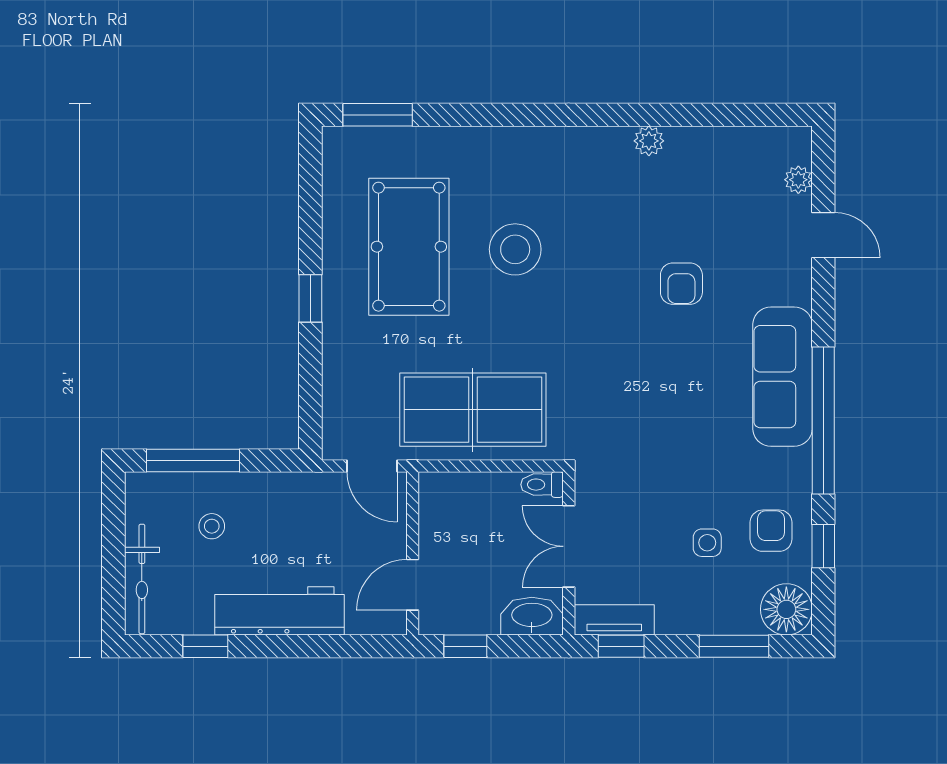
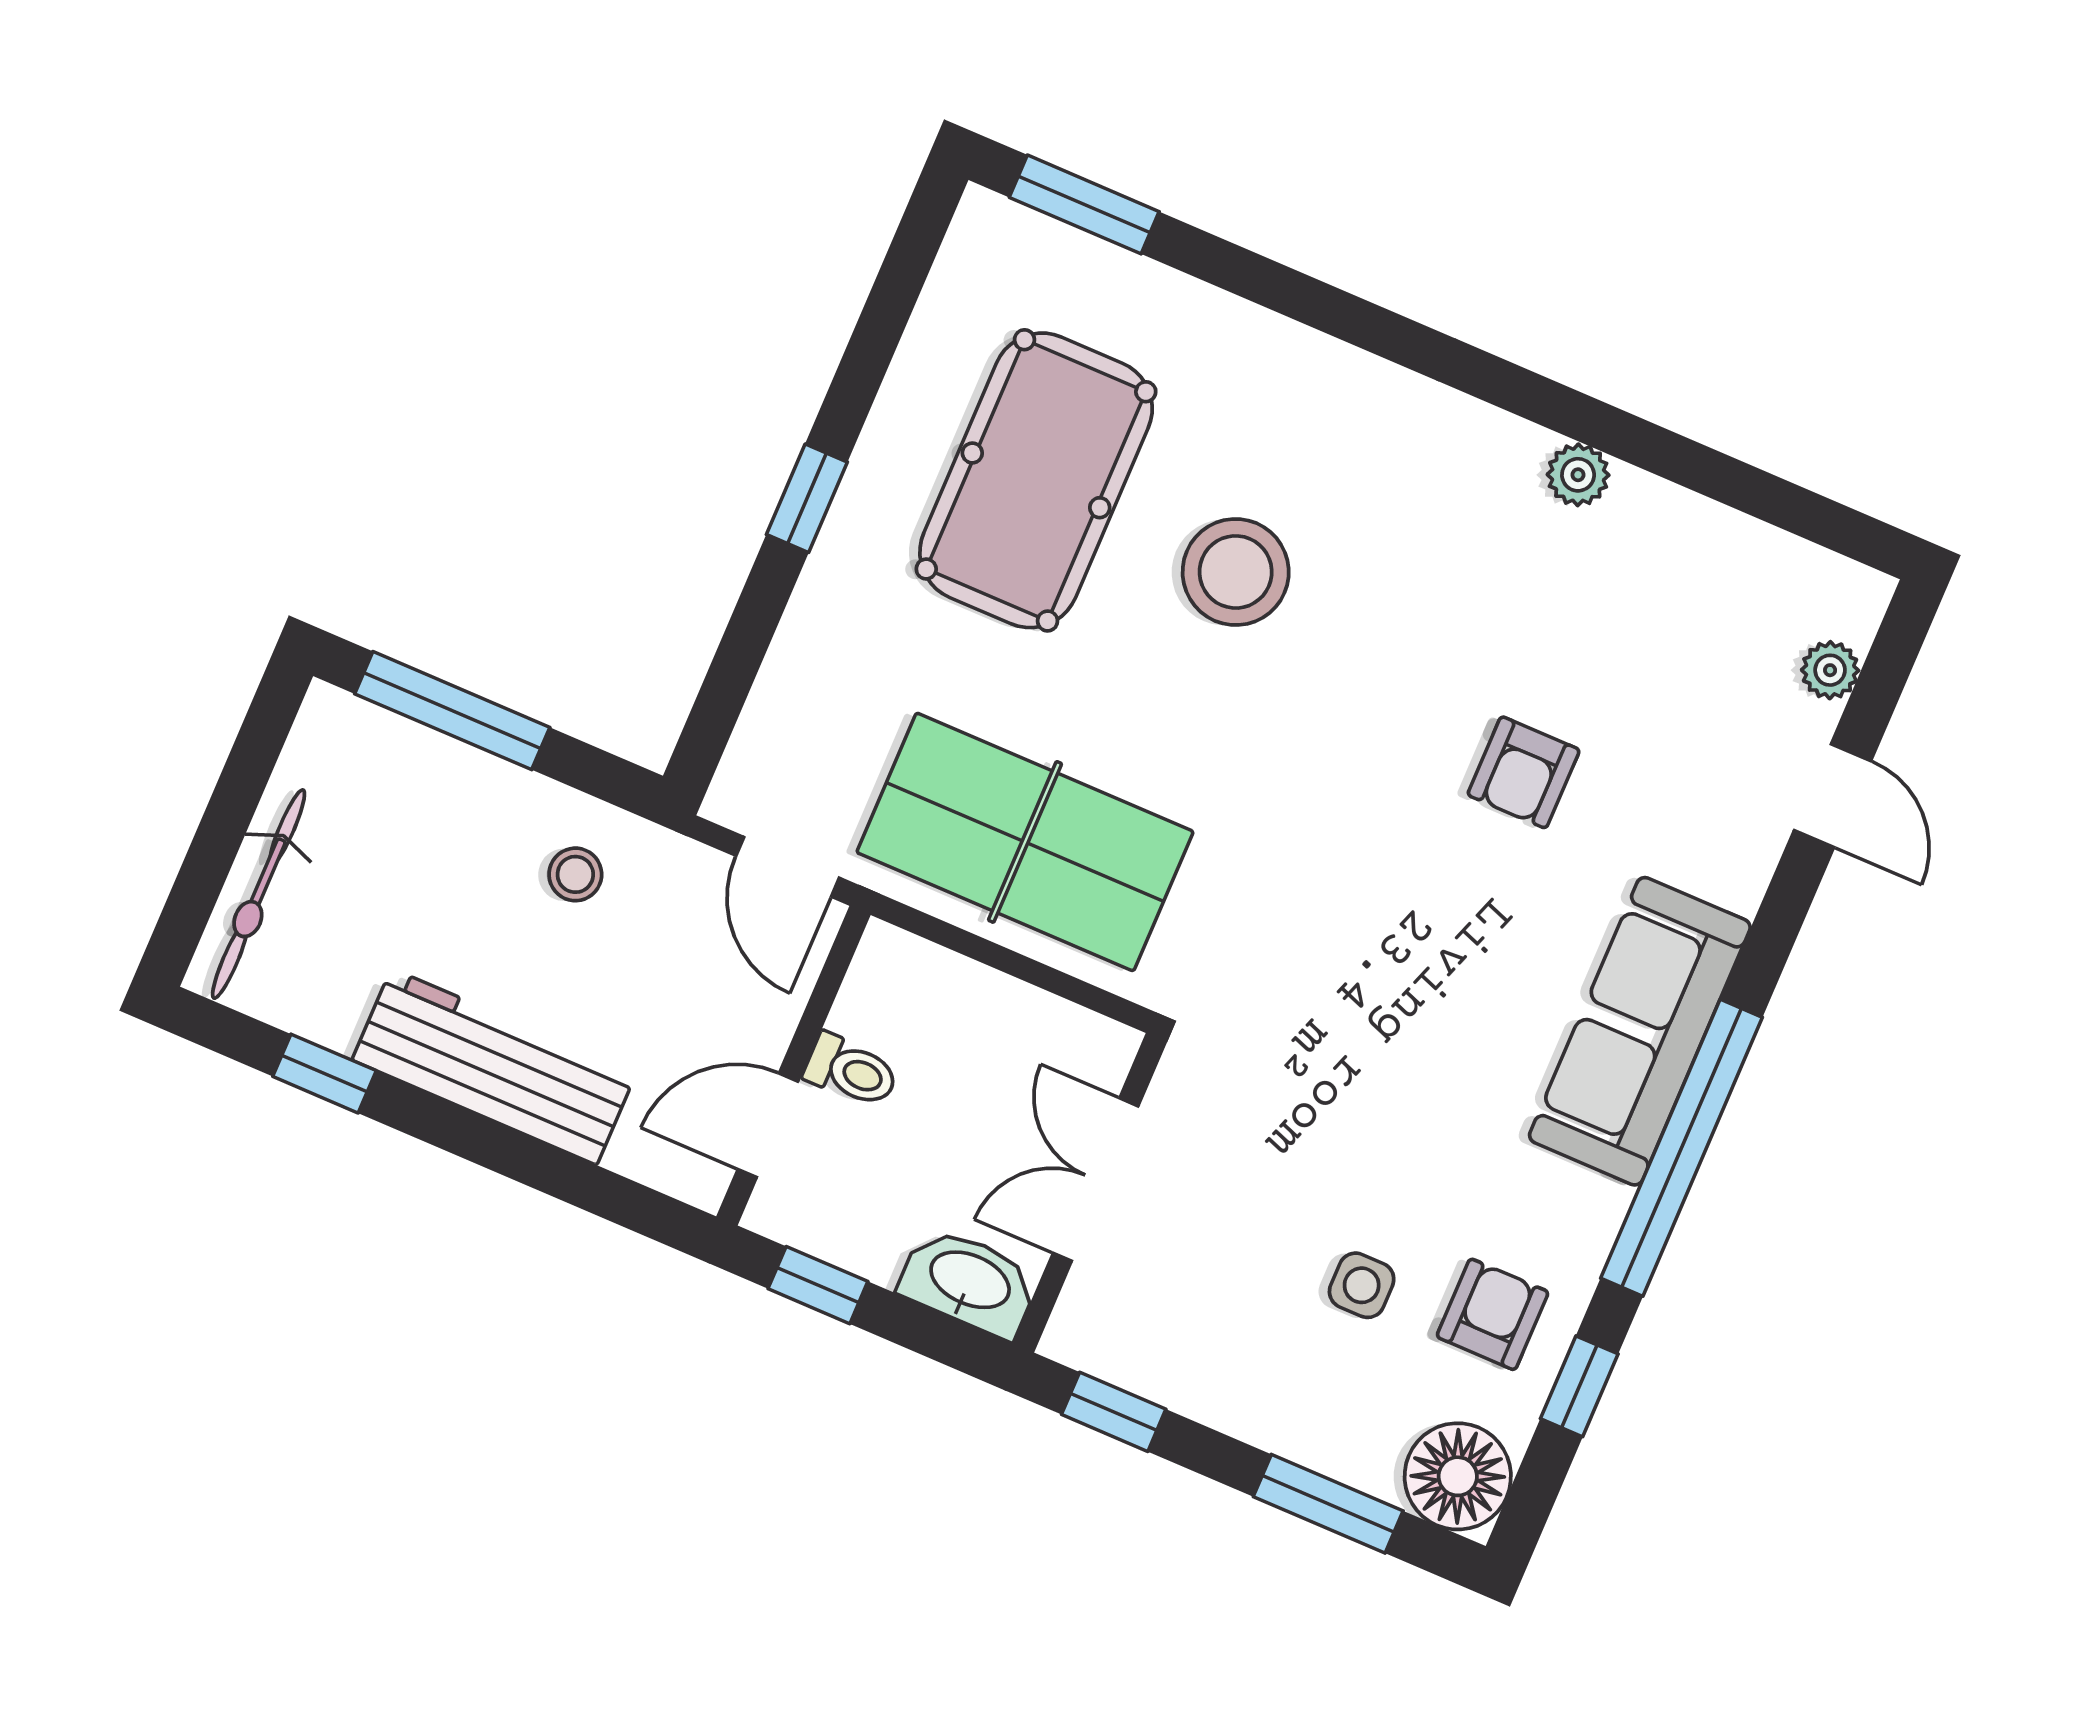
toilet: (542, 485) -> (851, 1071), moved, turned 180
stool: (212, 526) -> (575, 874), moved
tv unit: (614, 620) -> (1122, 1356), removed

